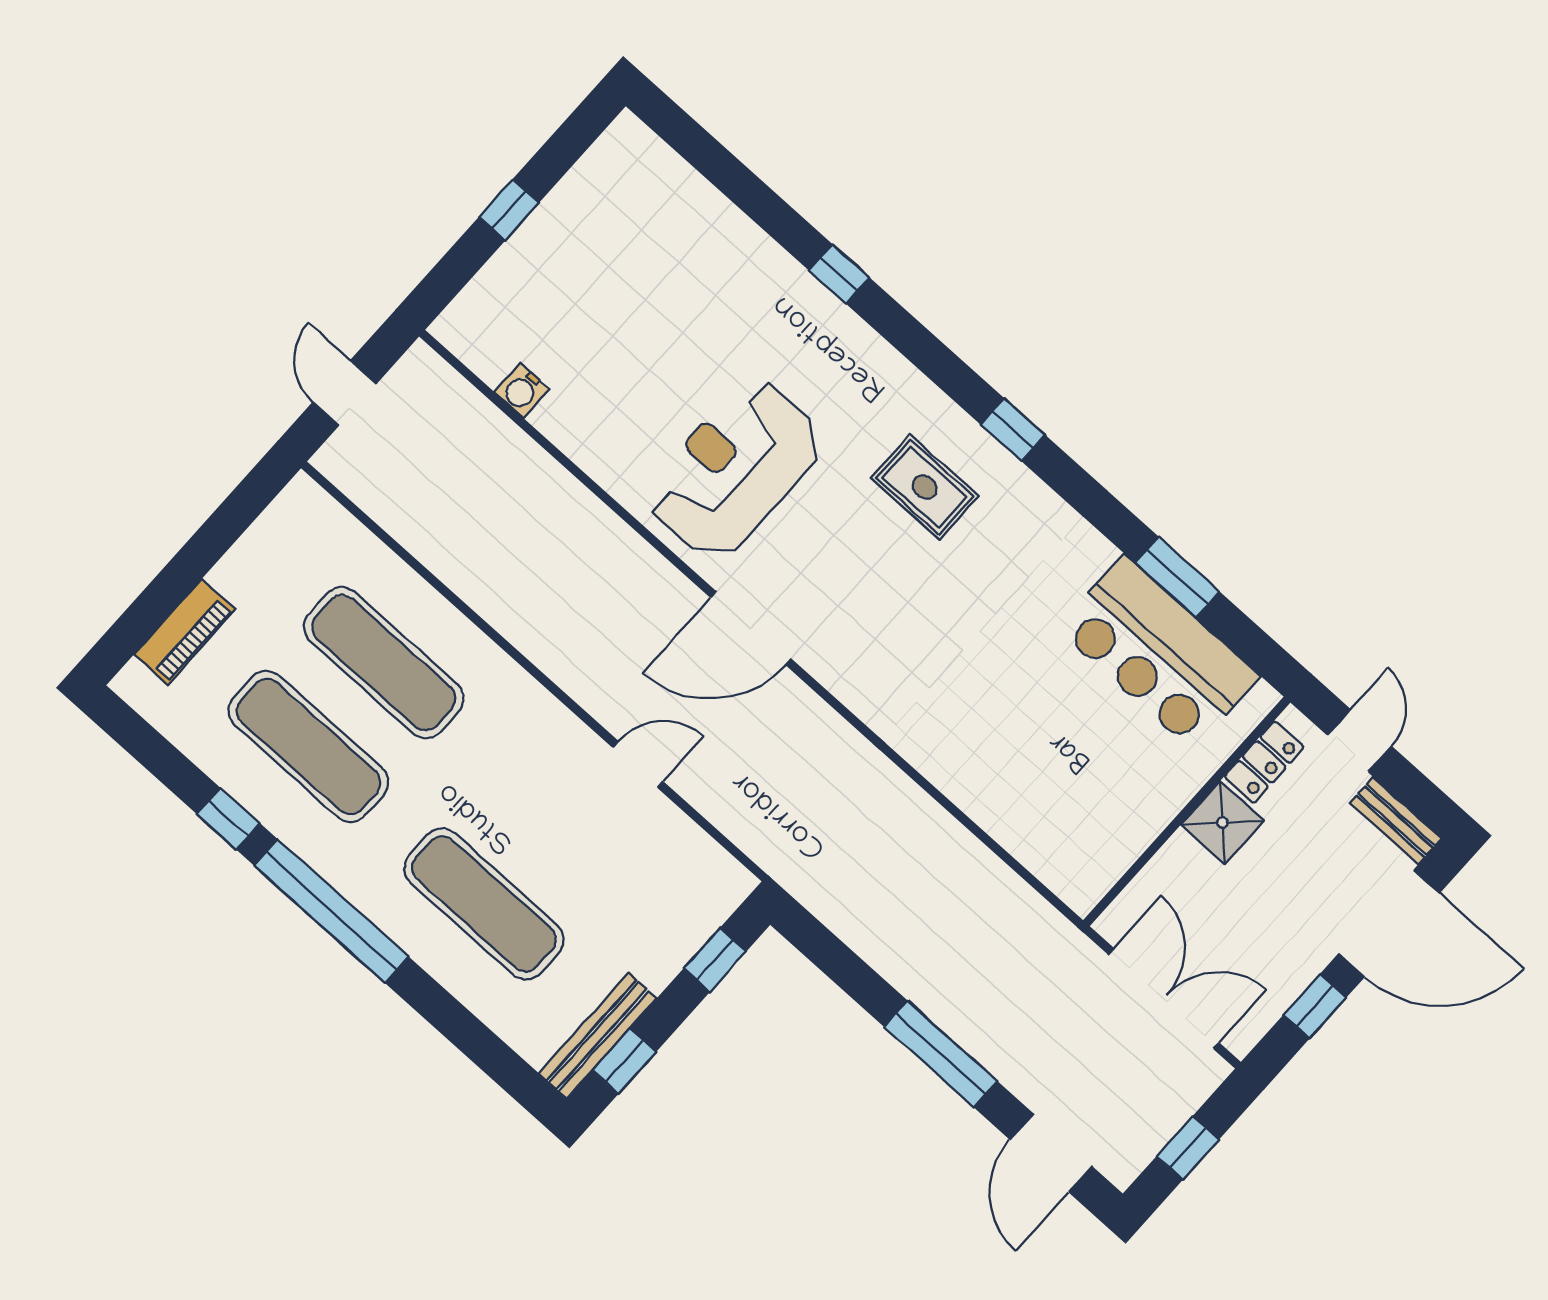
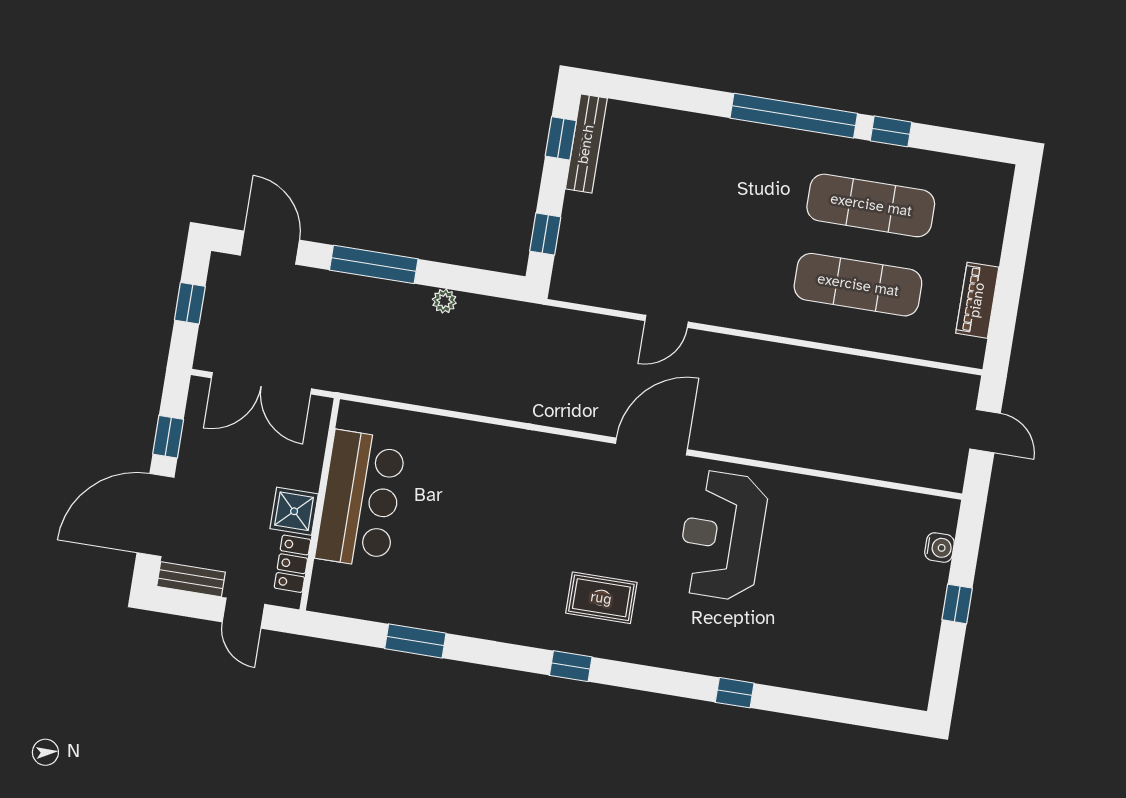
water cooler: (522, 390) -> (939, 548), moved, turned 90
reception desk: (735, 469) -> (722, 535), turned 180
piano: (184, 632) -> (977, 300), moved
bar counter: (1158, 653) -> (361, 499), moved, turned 90
exercise mat: (484, 904) -> (705, 179), removed
plant: (885, 957) -> (444, 301), added

